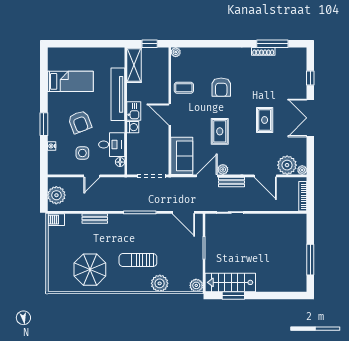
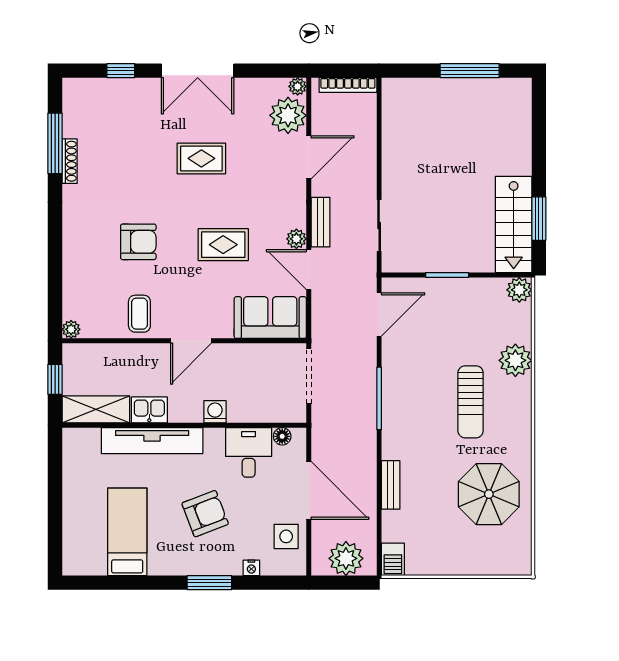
kitchen sink: (134, 111) -> (149, 410), moved
side table: (82, 153) -> (286, 536), moved
door: (92, 176) -> (309, 490), width x1.88

